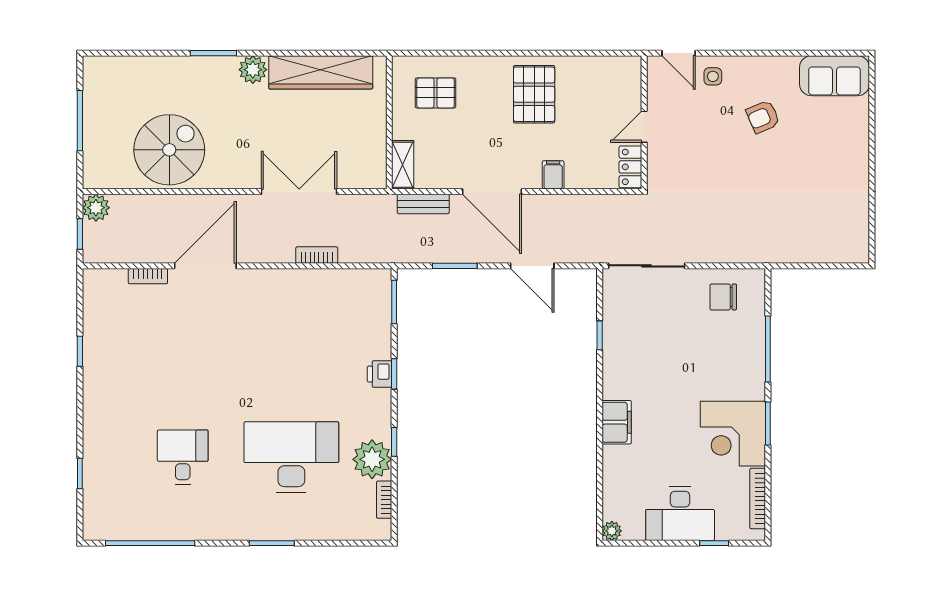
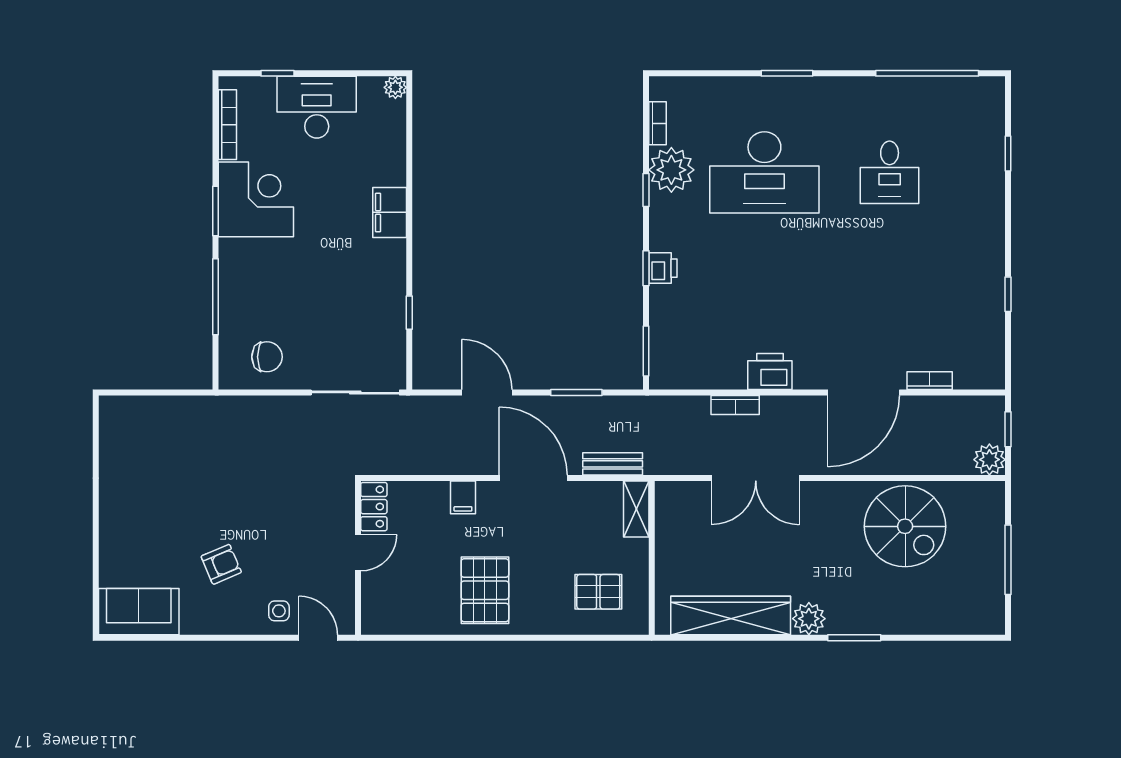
spiral stairs: (169, 150) -> (905, 526), turned -90
printer: (287, 284) -> (770, 372), added

